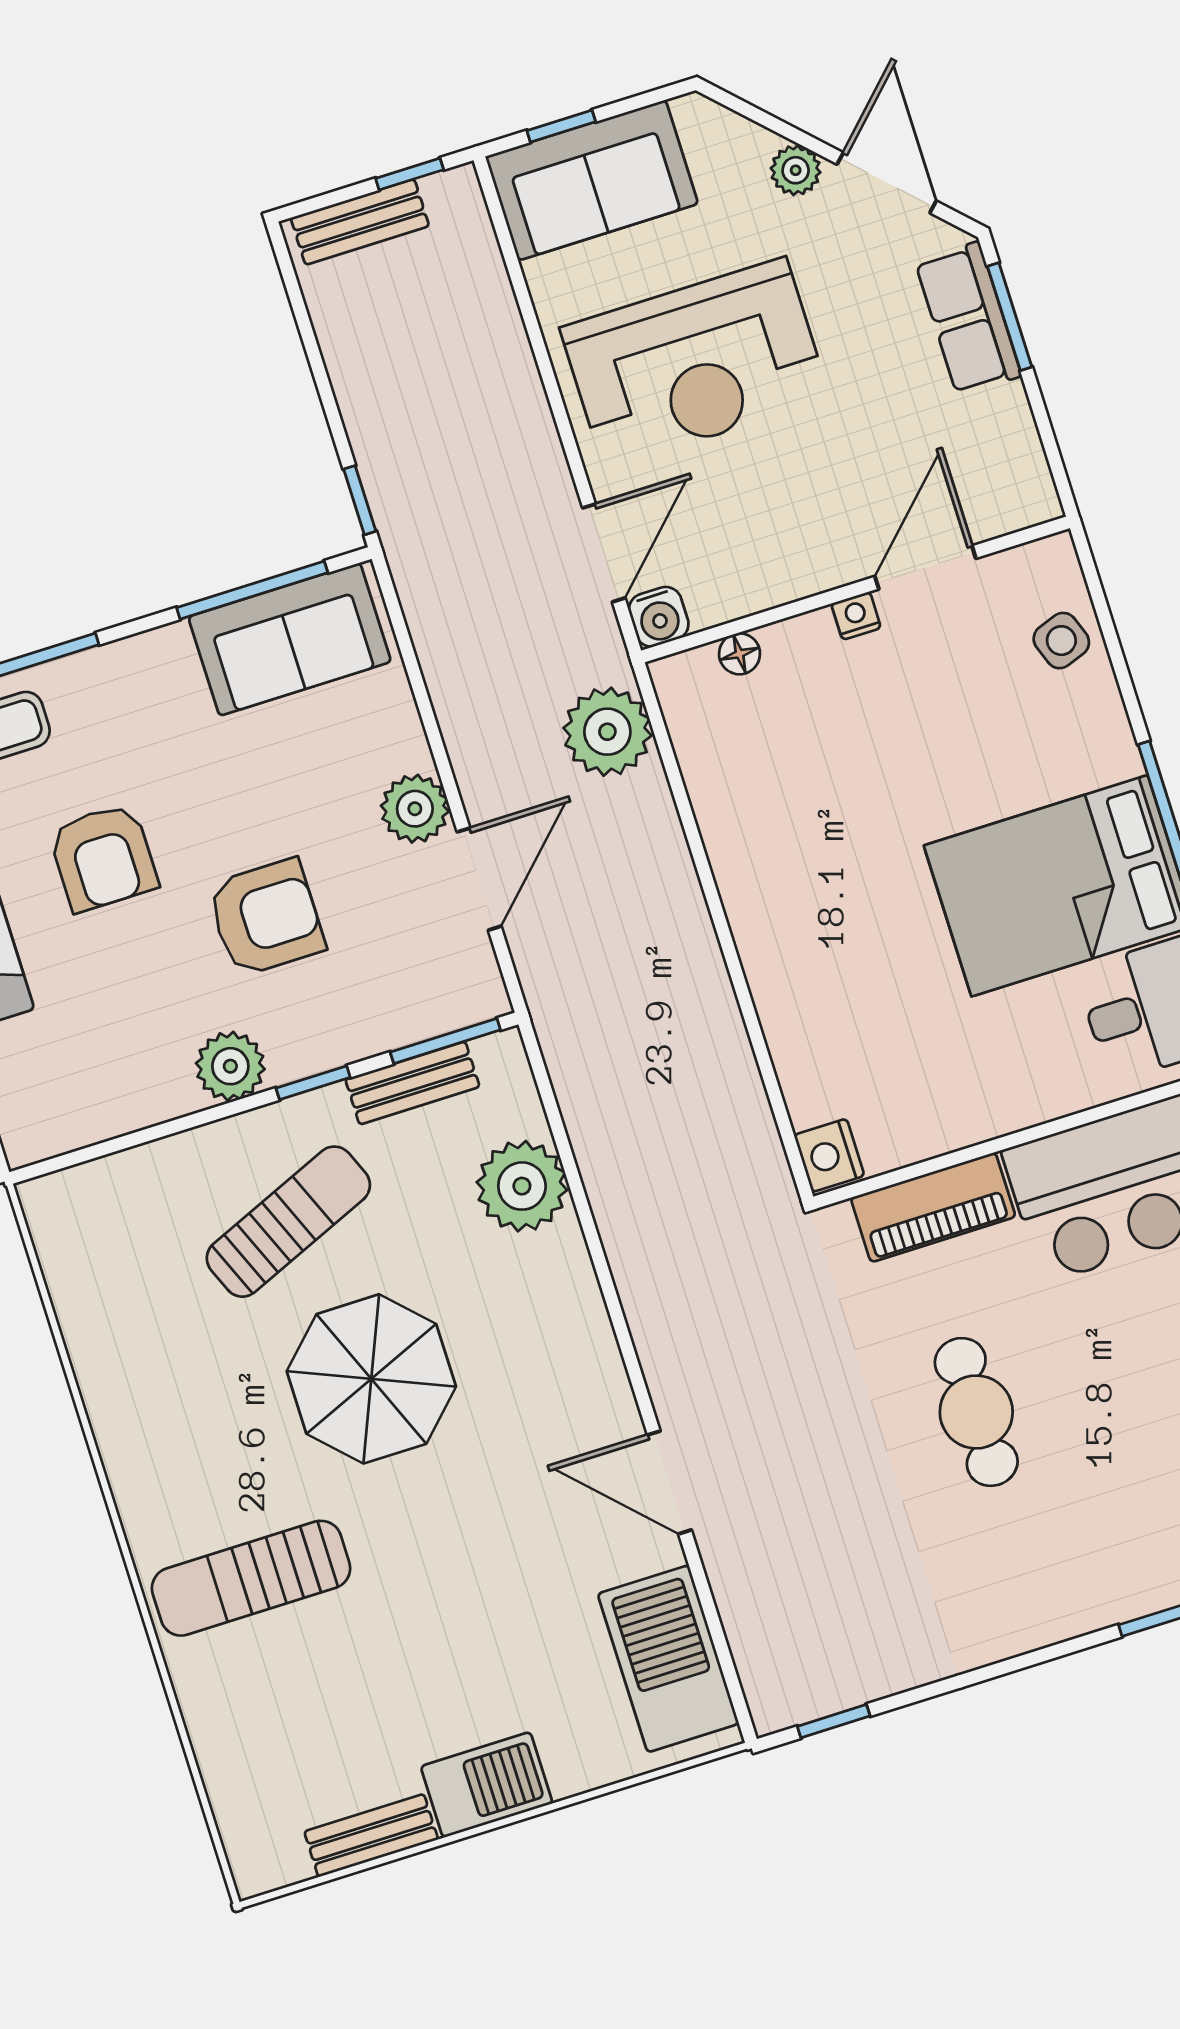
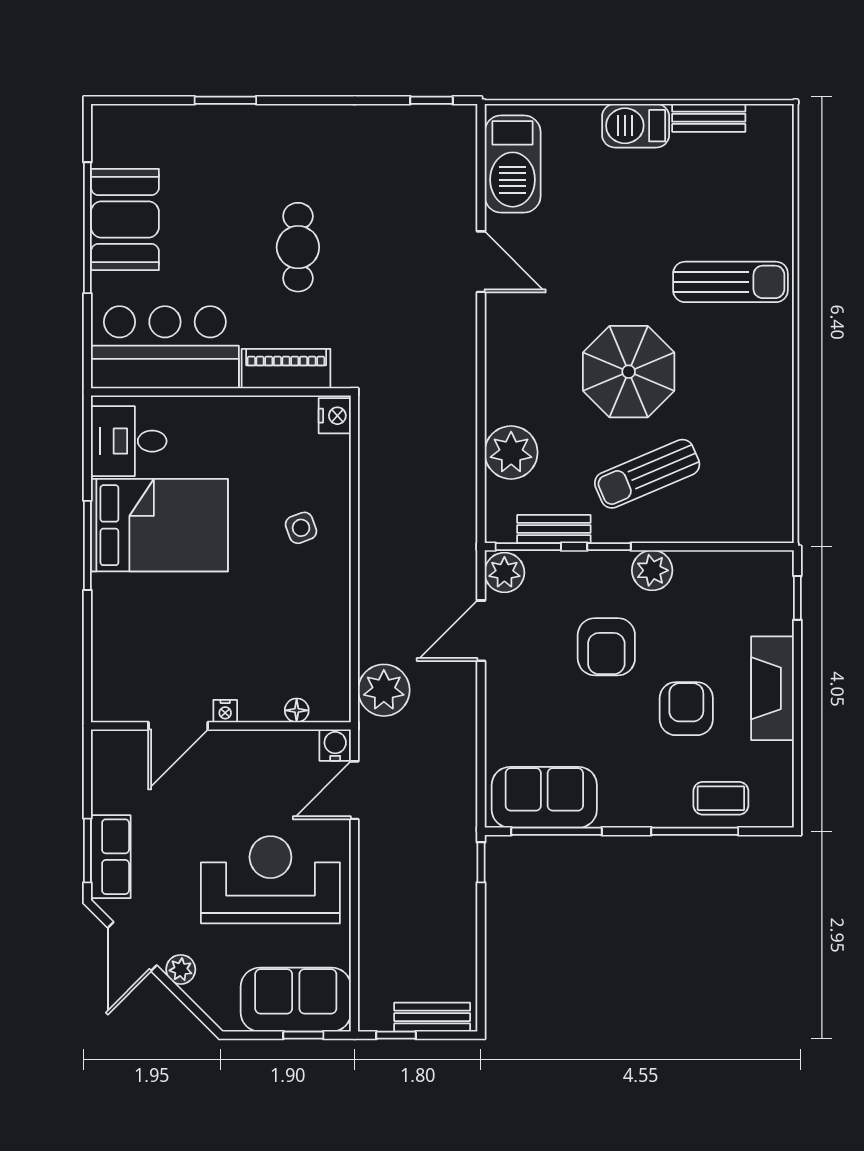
side table: (1061, 641) -> (301, 528), moved
plant: (415, 809) -> (504, 572), moved
armchair: (266, 918) -> (606, 647), turned -90

